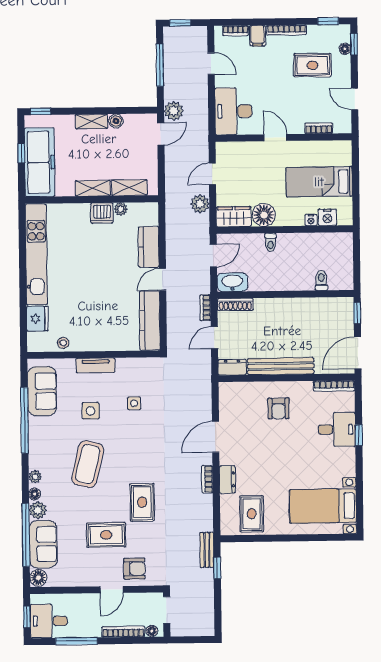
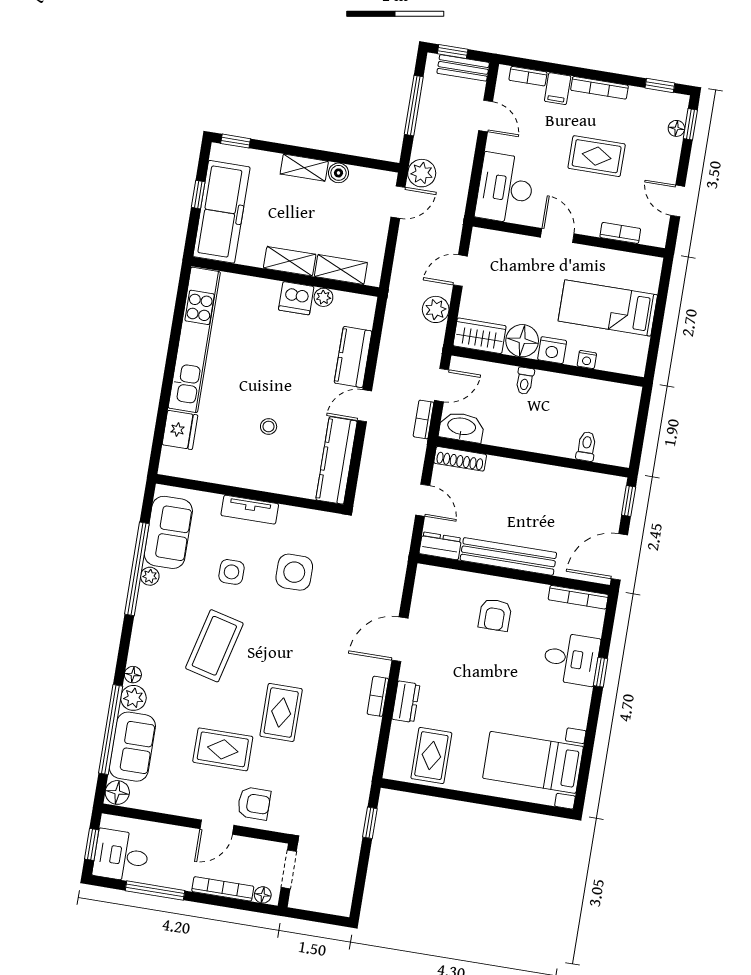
rug: (312, 65) -> (597, 156), moved
nightstand: (327, 217) -> (552, 350), moved
bookcase: (205, 308) -> (423, 419), moved
door: (214, 338) -> (423, 500), swing flipped
stool: (63, 343) -> (269, 427), moved
side table: (134, 403) -> (294, 572), width x1.87, depth x1.87
plant: (35, 477) -> (150, 576), moved
bench: (207, 550) -> (463, 68), moved, turned 90

